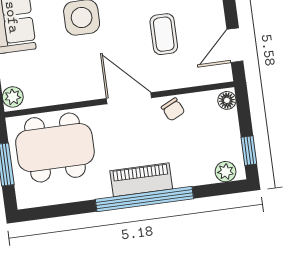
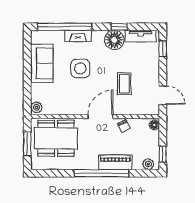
door: (235, 45) -> (163, 95), swing flipped
door: (129, 98) -> (100, 117), hinge flipped
piano: (141, 180) -> (115, 162), moved

